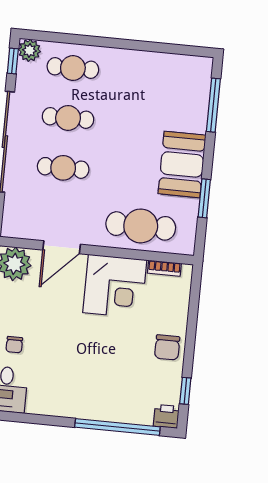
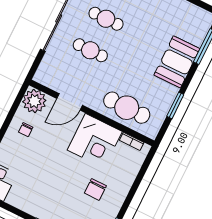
booth: (182, 164) -> (177, 62), moved
chair: (14, 345) -> (26, 130), moved
chair: (167, 347) -> (95, 189), moved

